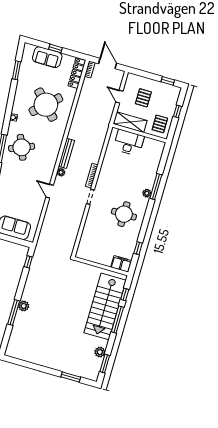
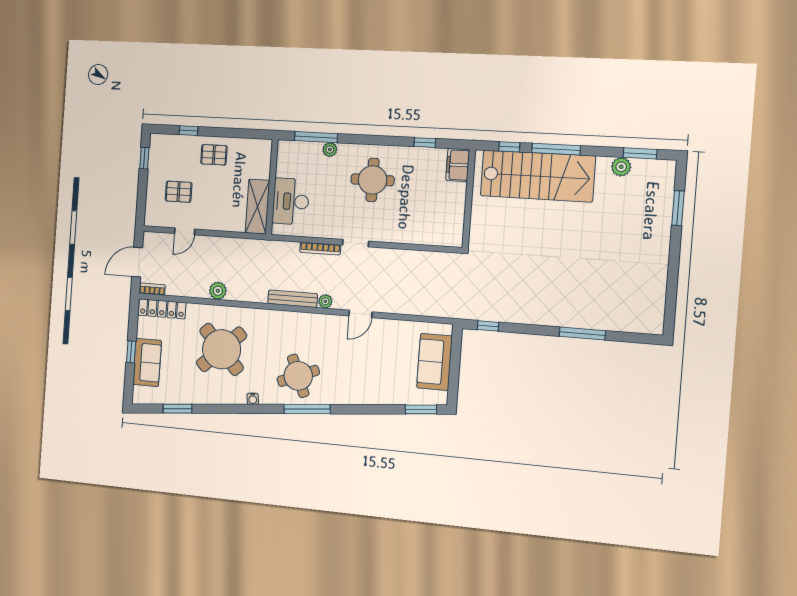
shelving: (130, 122) -> (257, 207), moved
wall: (139, 133) -> (272, 187), moved
desk: (129, 143) -> (291, 201), moved
plant: (24, 306) -> (218, 291), moved

